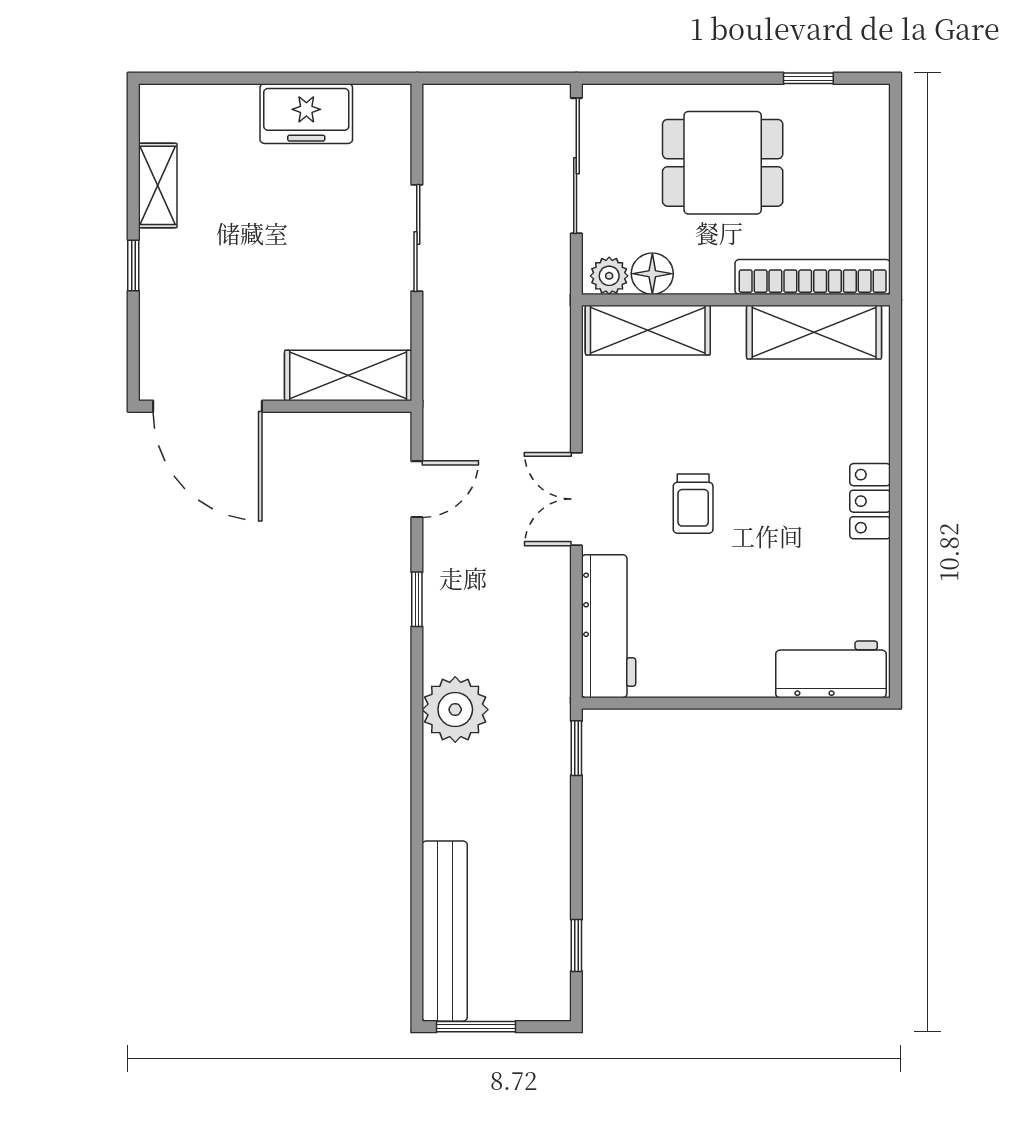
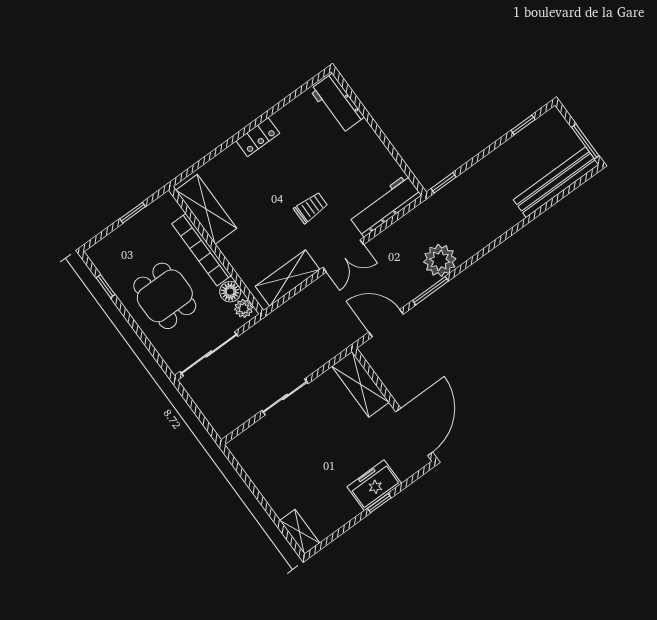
freezer: (306, 114) -> (374, 485), moved, turned -90
shelving: (158, 185) -> (300, 532), moved, turned 90
window: (895, 209) -> (133, 213), added
bookcase: (813, 277) -> (202, 250), moved
shelving: (648, 330) -> (288, 278), moved, turned 90
door: (417, 489) -> (386, 323), width x1.38
window: (417, 599) -> (430, 291), width x1.50
plant: (455, 710) -> (440, 260), moved

